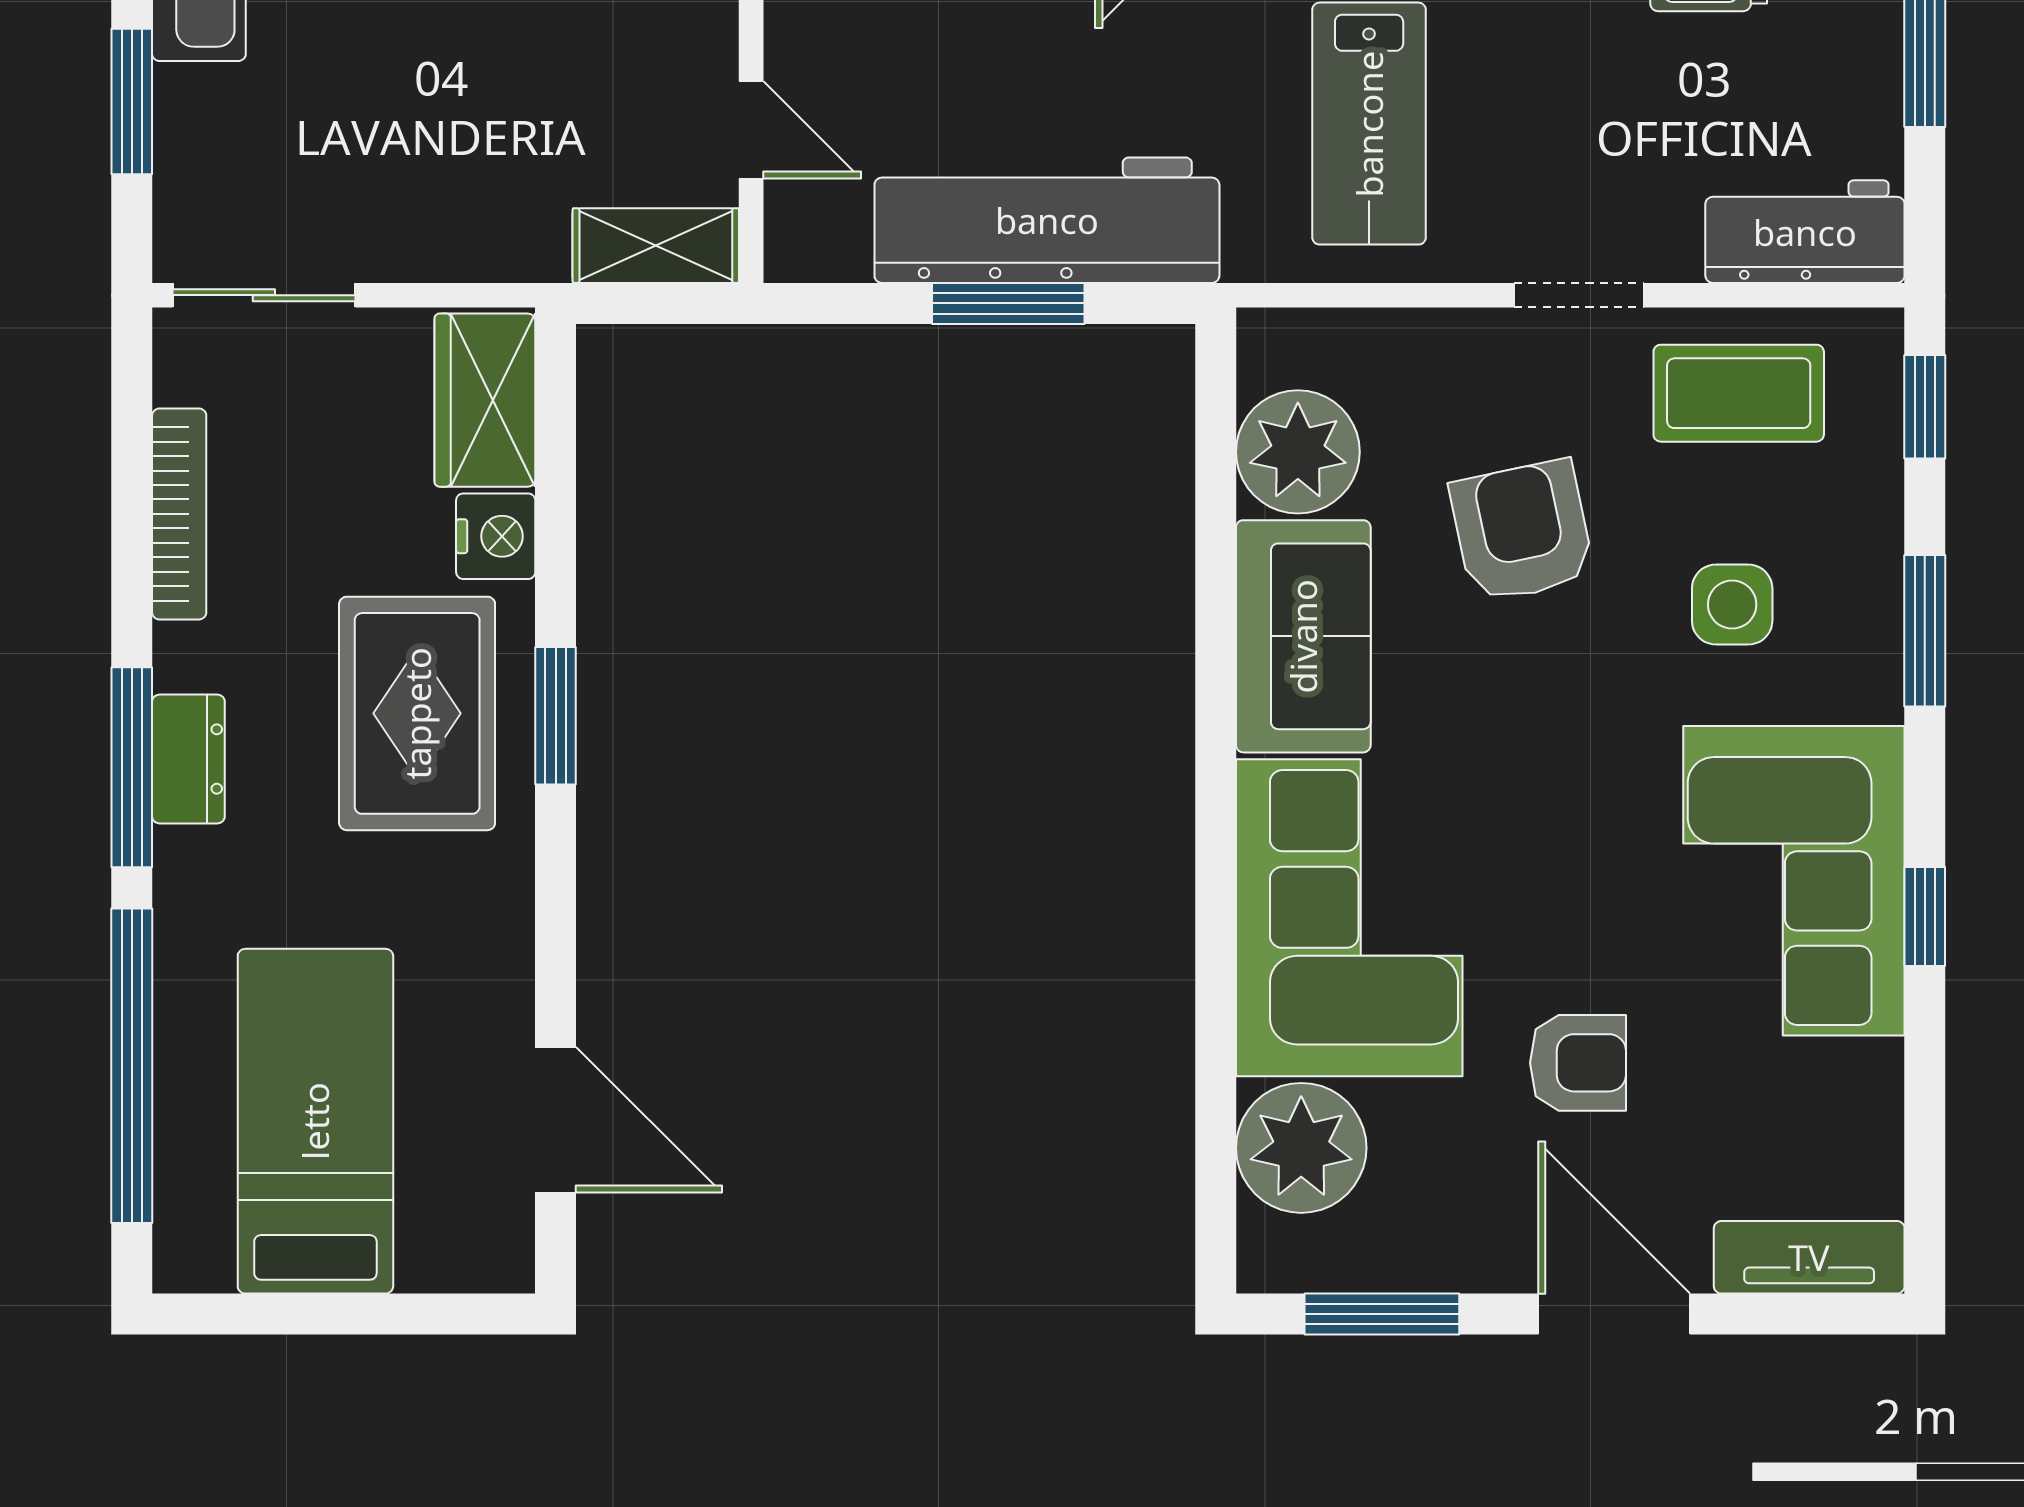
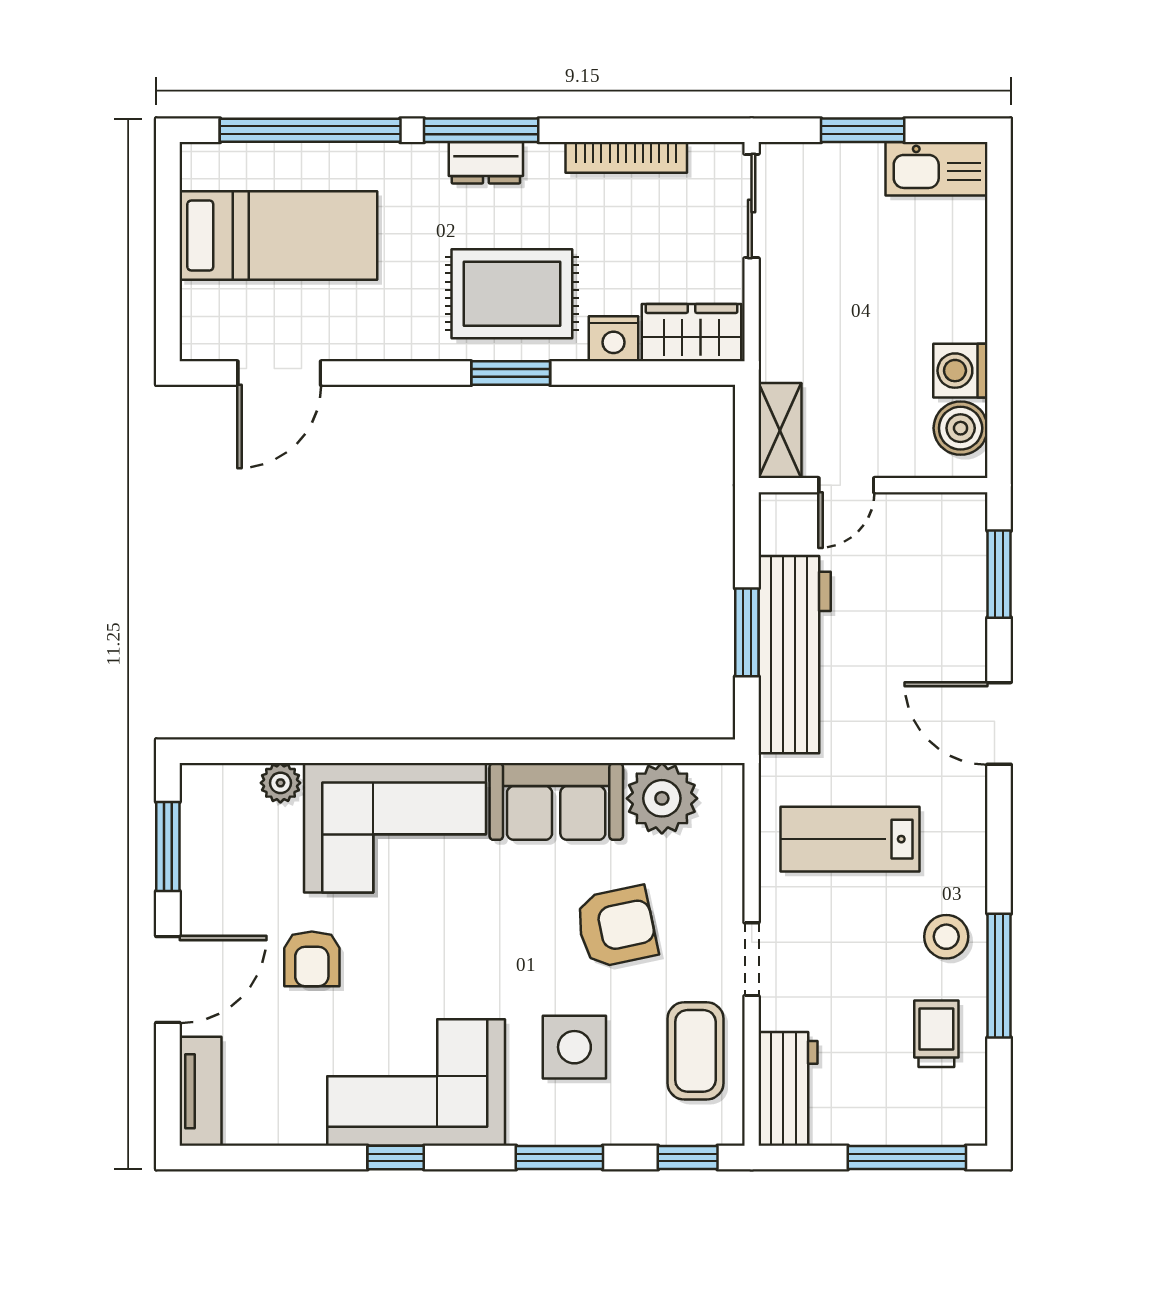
side table: (1732, 605) -> (574, 1047), width x1.37, depth x1.37
plant: (1301, 1148) -> (280, 783), width x0.53, depth x0.53

